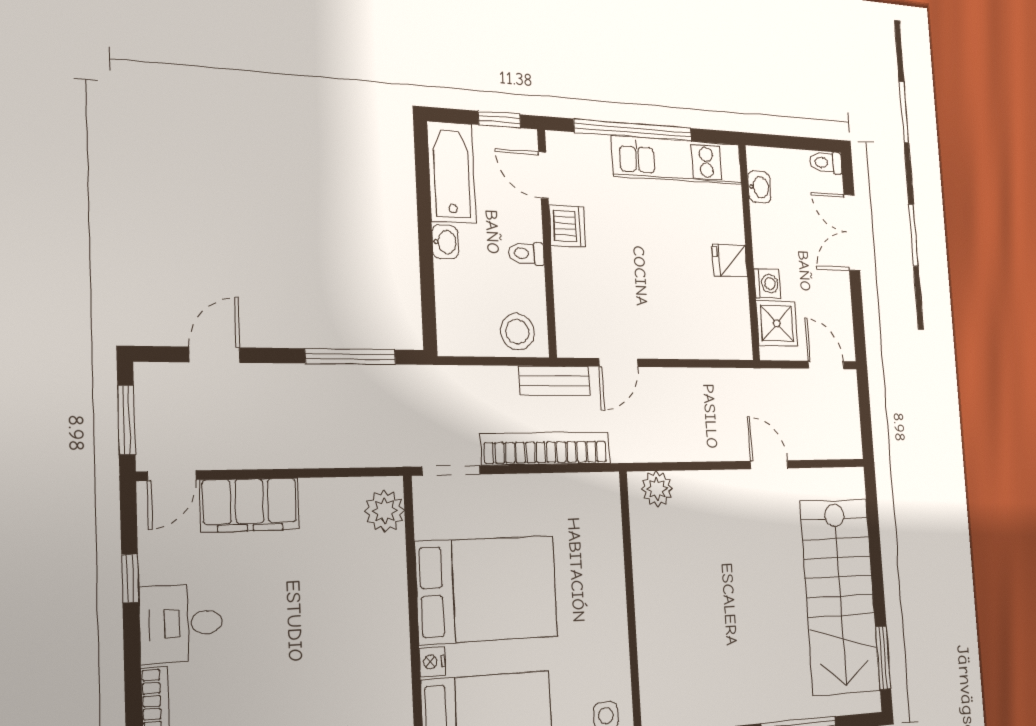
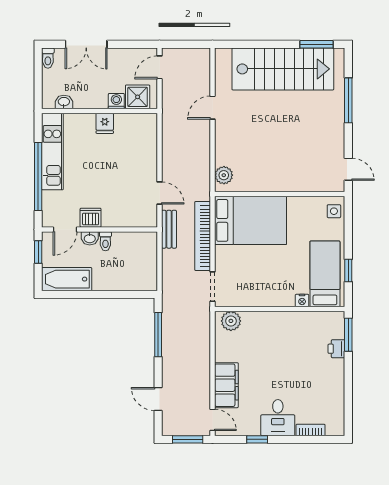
washbasin: (445, 242) -> (90, 238), moved, turned 180
stool: (517, 332) -> (145, 248), removed
bed: (487, 589) -> (251, 220), moved, turned 90

